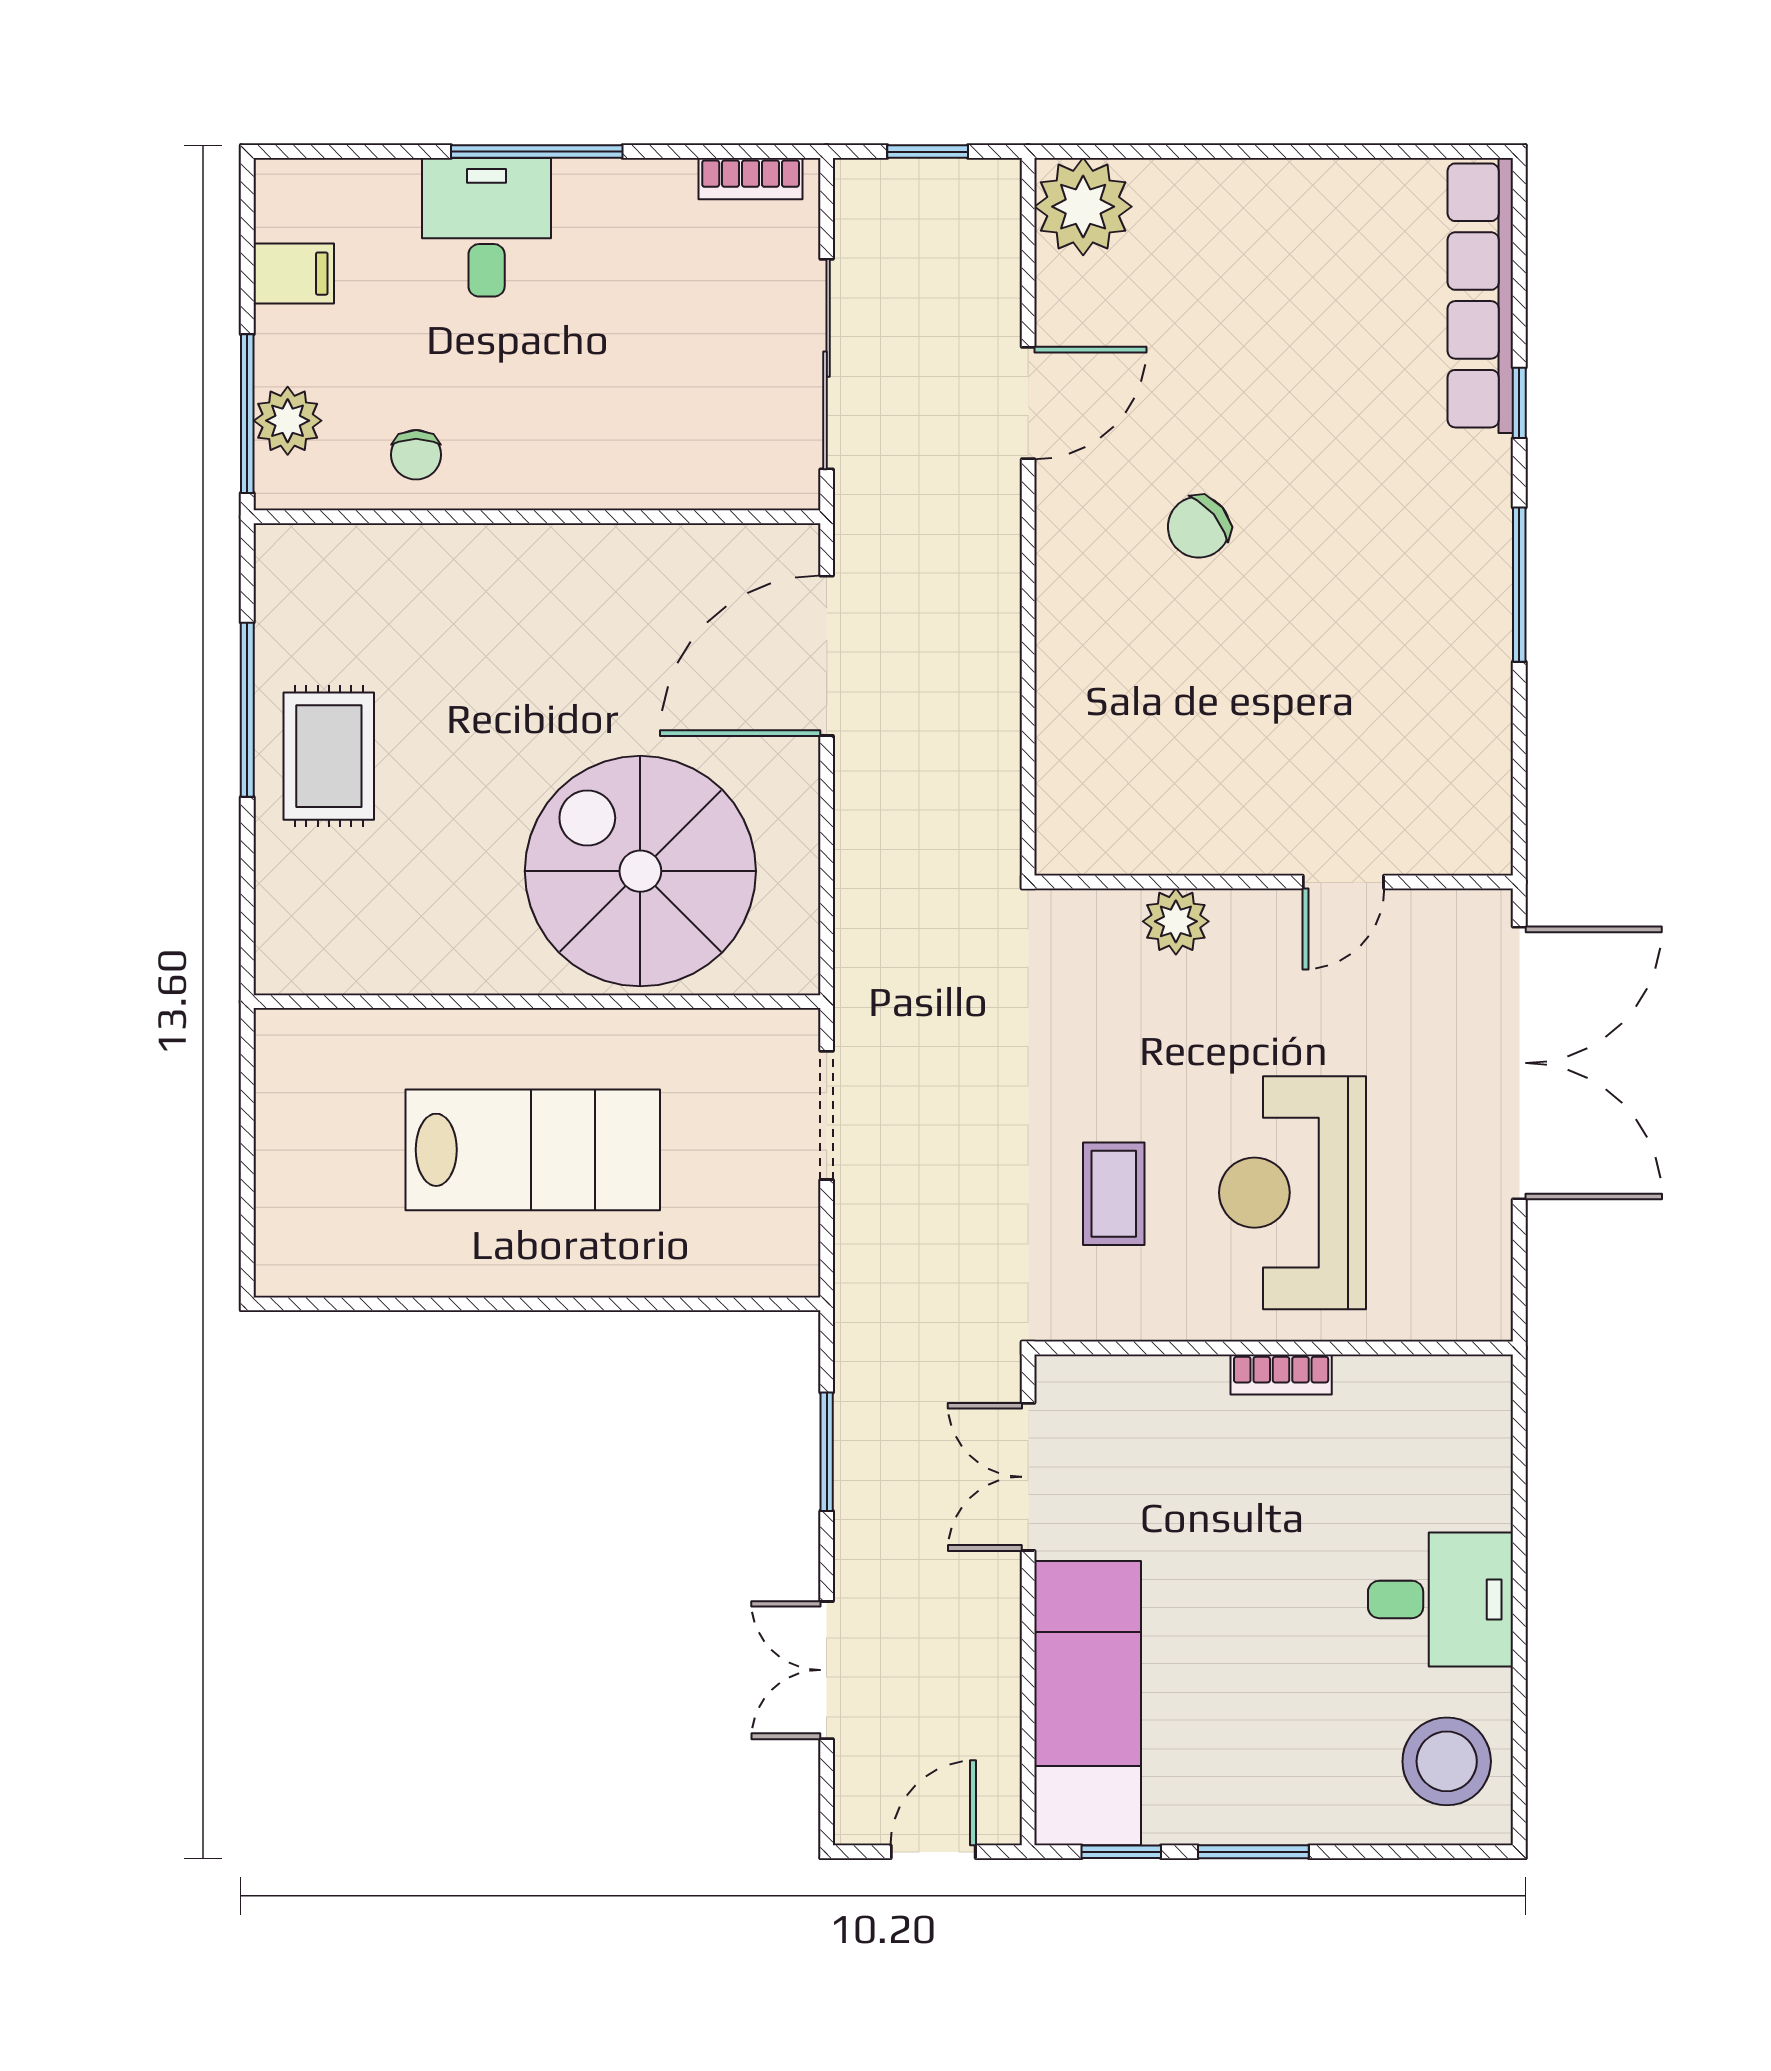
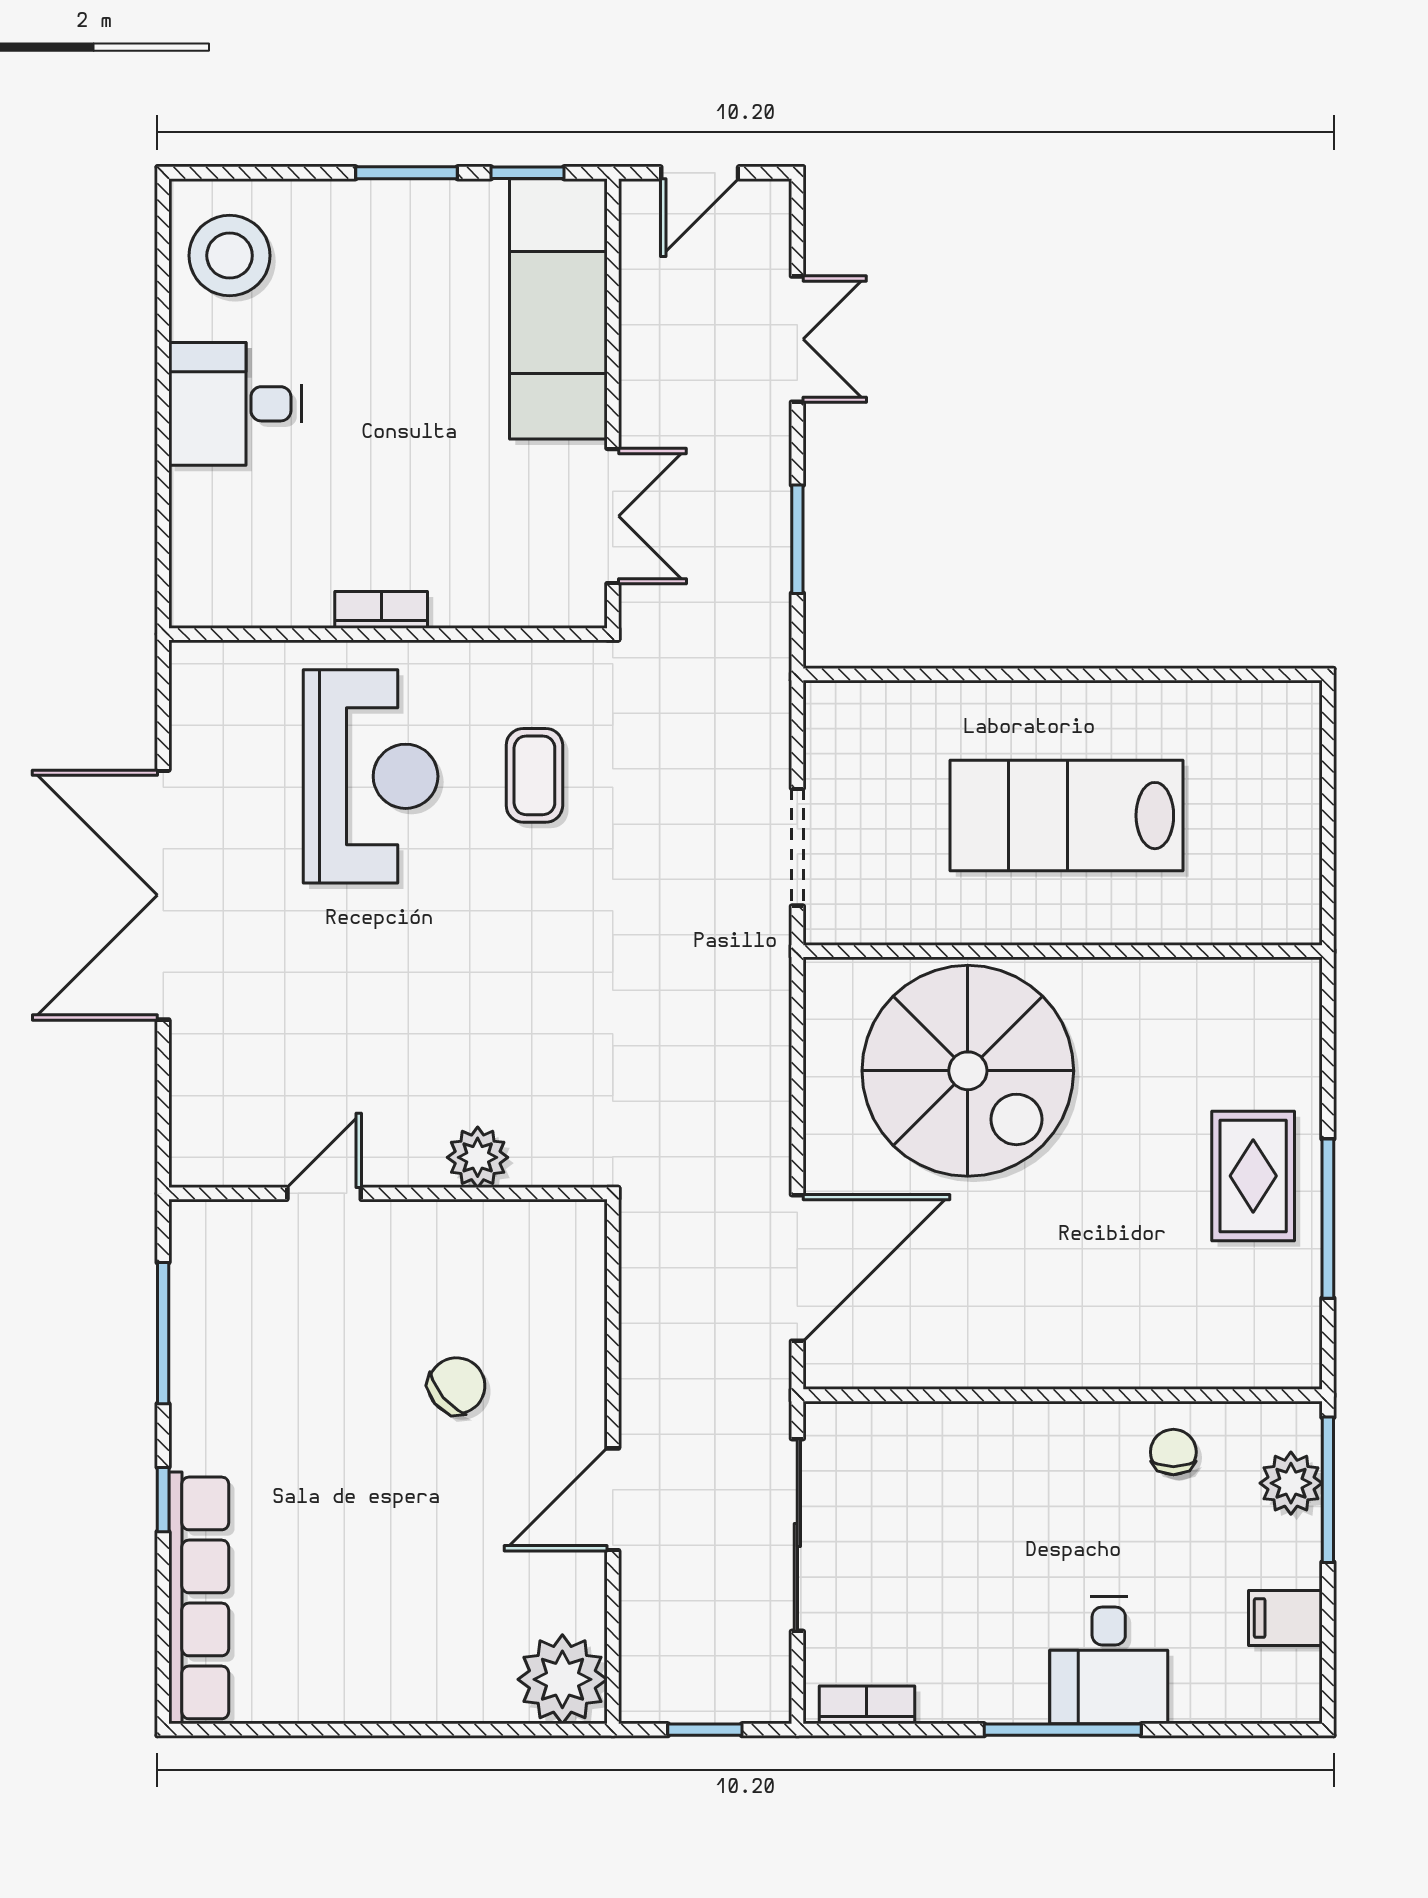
wall: (1274, 882) -> (388, 1193), moved
door: (1343, 882) -> (324, 1193), moved
plant: (1176, 921) -> (478, 1157), moved

